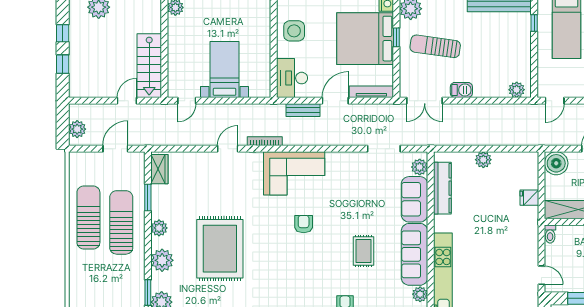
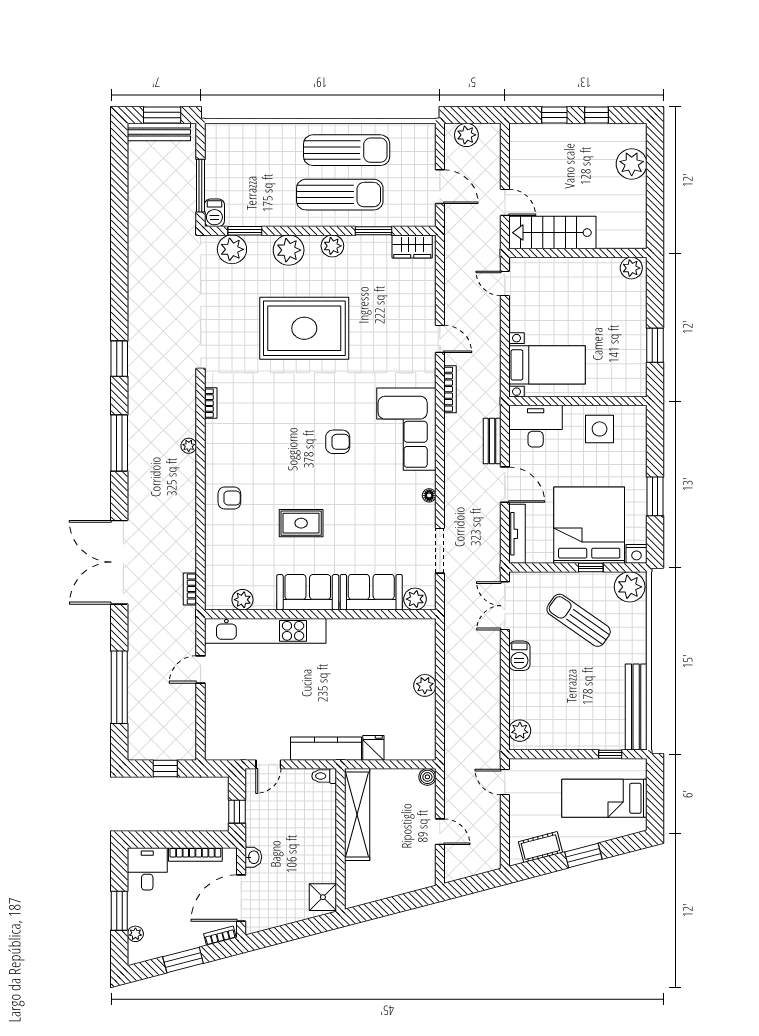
sun lounger: (435, 46) -> (579, 620), turned -63
bed with nightstands: (224, 70) -> (547, 365), moved
floor lamp: (343, 157) -> (429, 495), added
boiler: (556, 163) -> (427, 777), width x0.54, depth x0.54
kitchen counter: (442, 188) -> (326, 749), moved, turned 180
sofa: (415, 254) -> (308, 592), width x0.73

